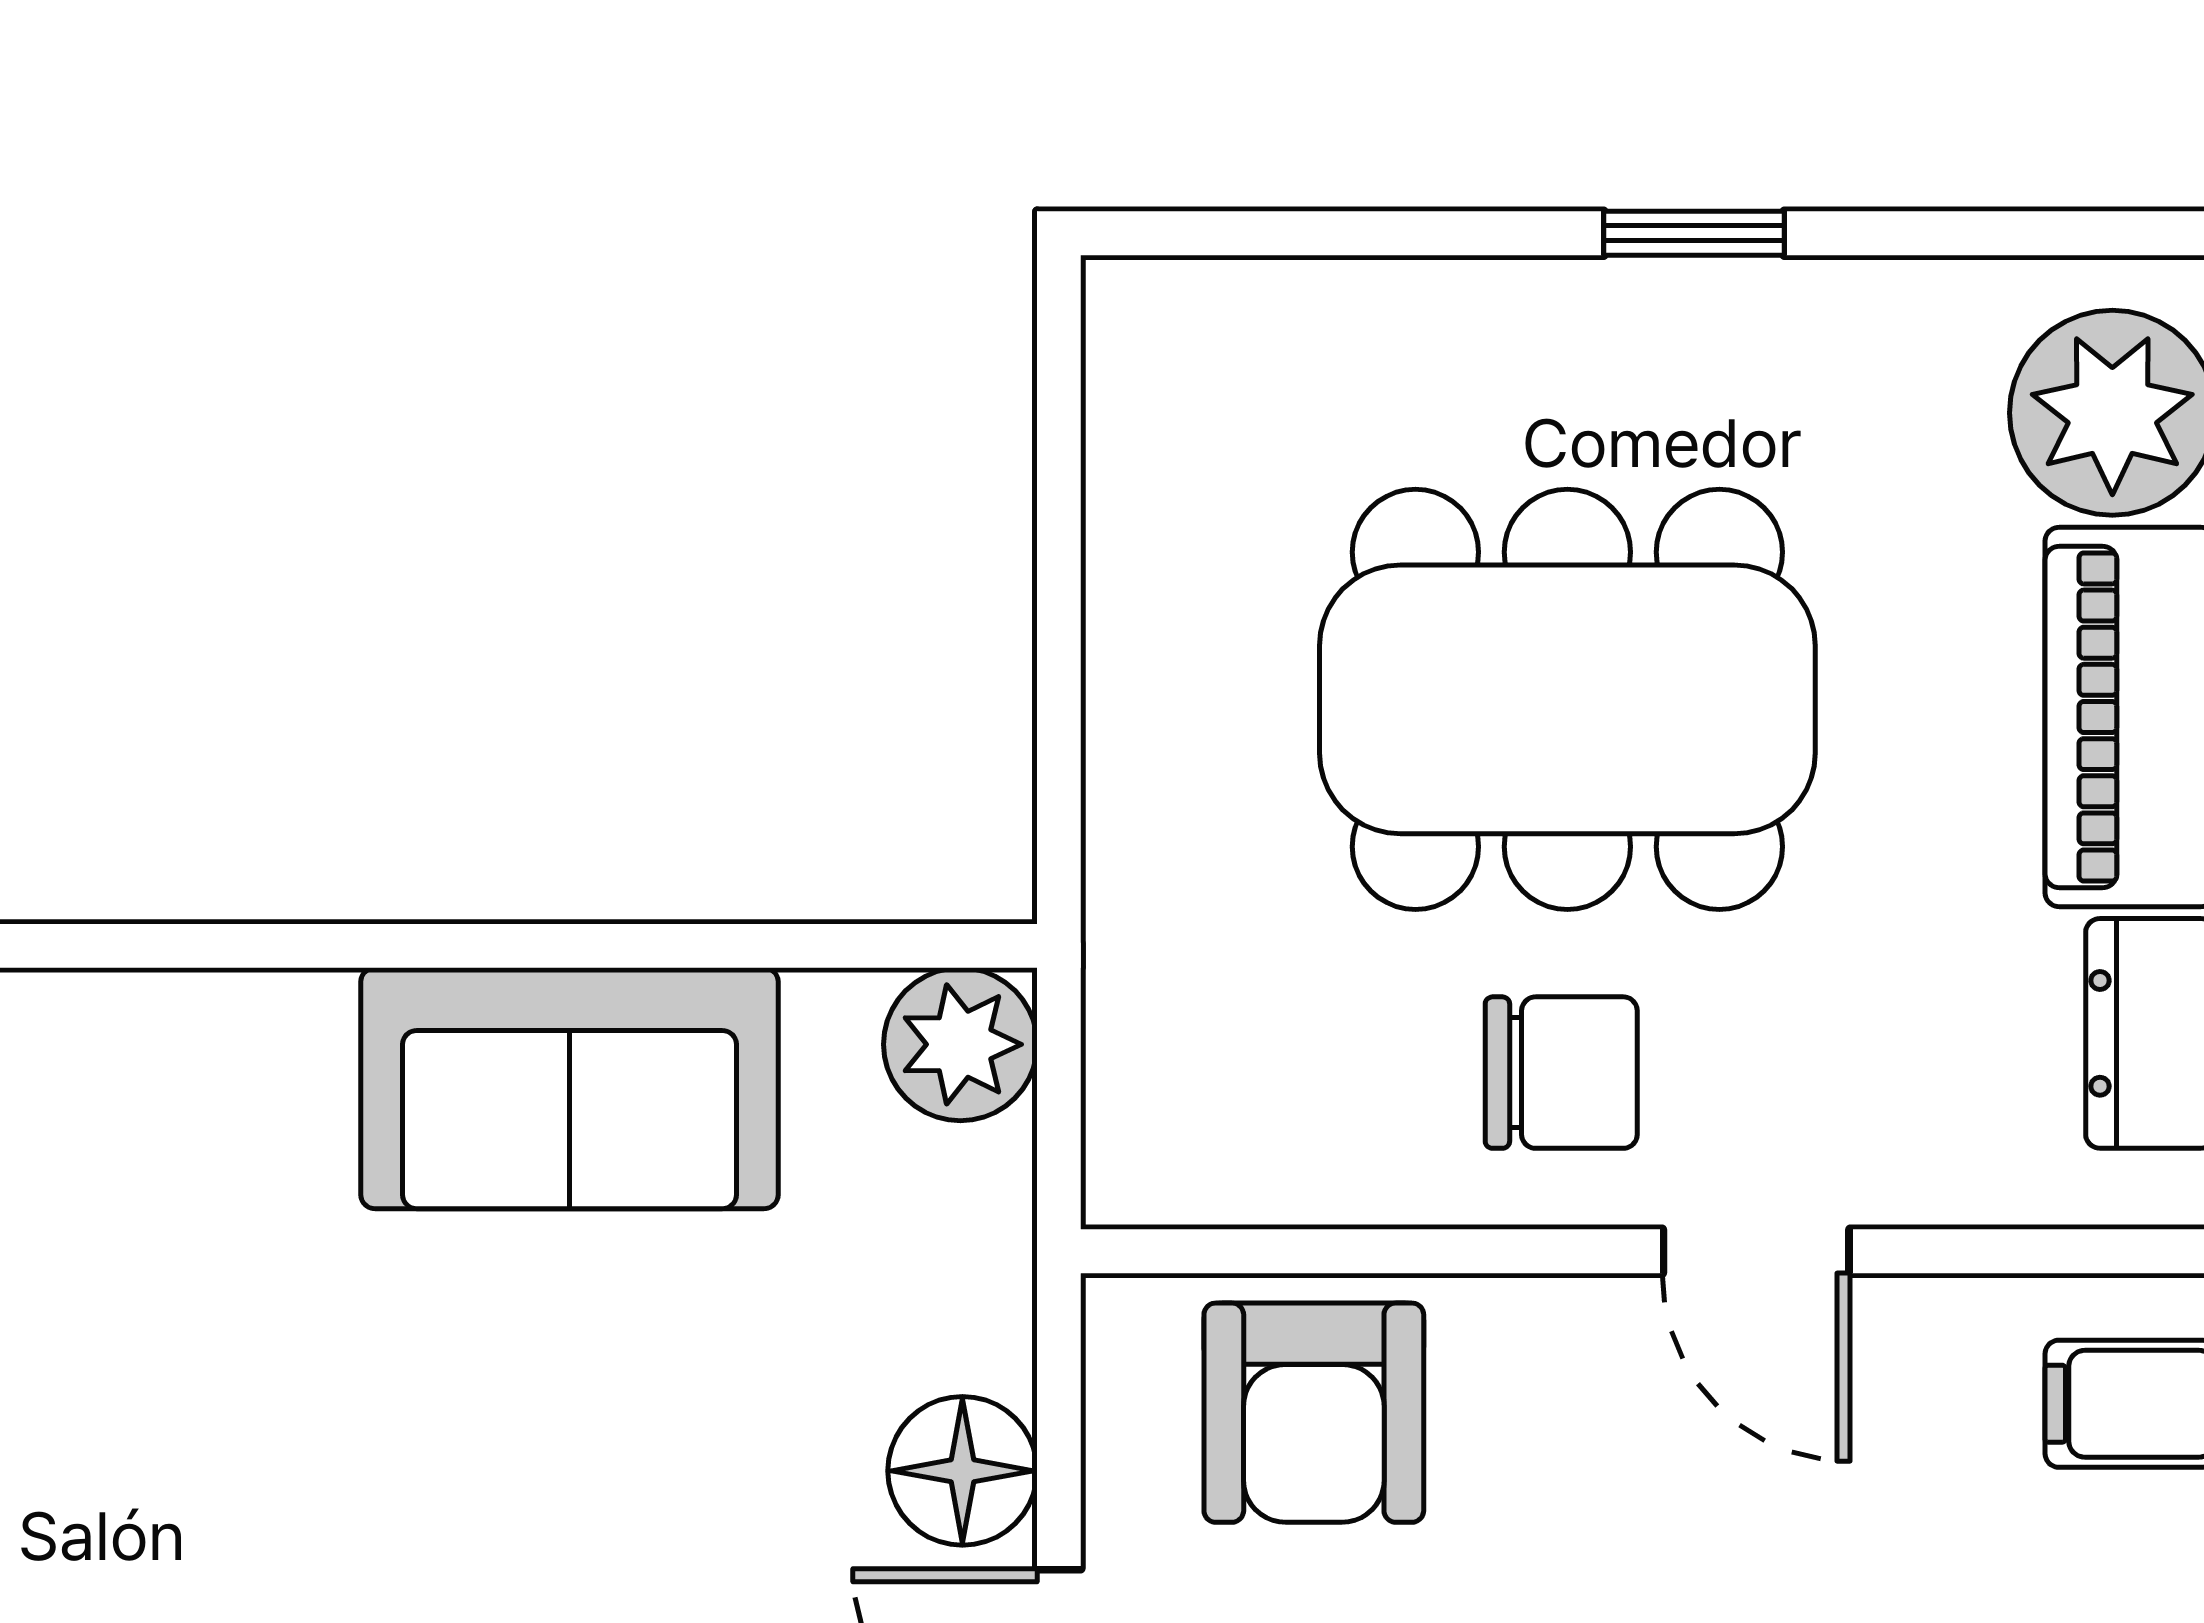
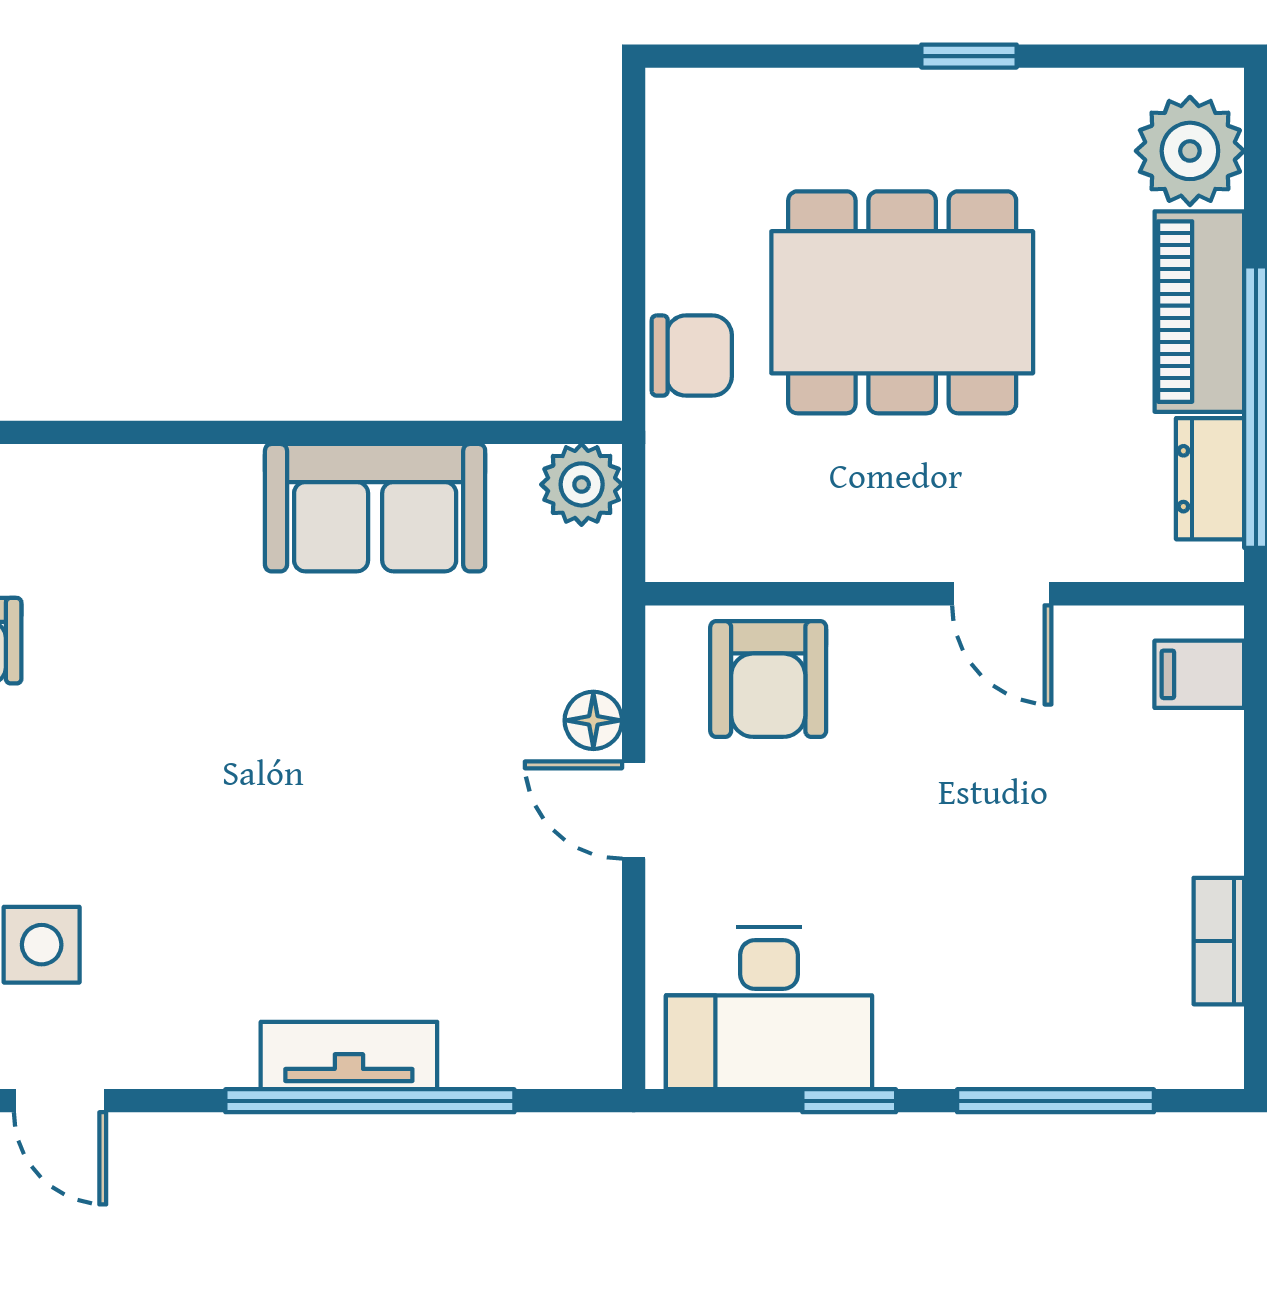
chair: (1561, 1073) -> (692, 356), moved
floor lamp: (962, 1471) -> (593, 720), width x0.73, depth x0.73

